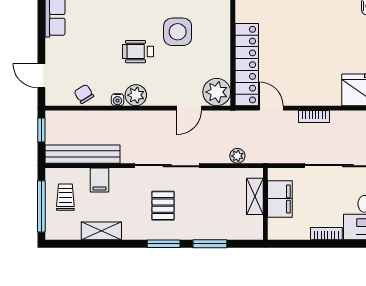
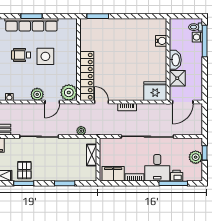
wheelchair: (138, 52) -> (21, 55), moved
plant: (136, 95) -> (37, 94), moved
filing cabinet: (280, 199) -> (113, 174), moved, turned -90
pallet: (163, 206) -> (24, 170), moved
window: (164, 244) -> (24, 183), moved

